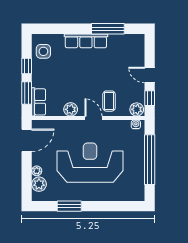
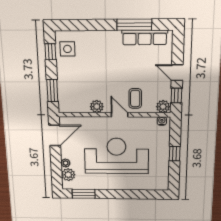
row of seats: (86, 41) -> (145, 37), moved
window: (27, 66) -> (50, 52), moved
row of seats: (39, 102) -> (65, 99), removed
window: (150, 160) -> (175, 154), width x0.32
window: (69, 206) -> (84, 194), moved

